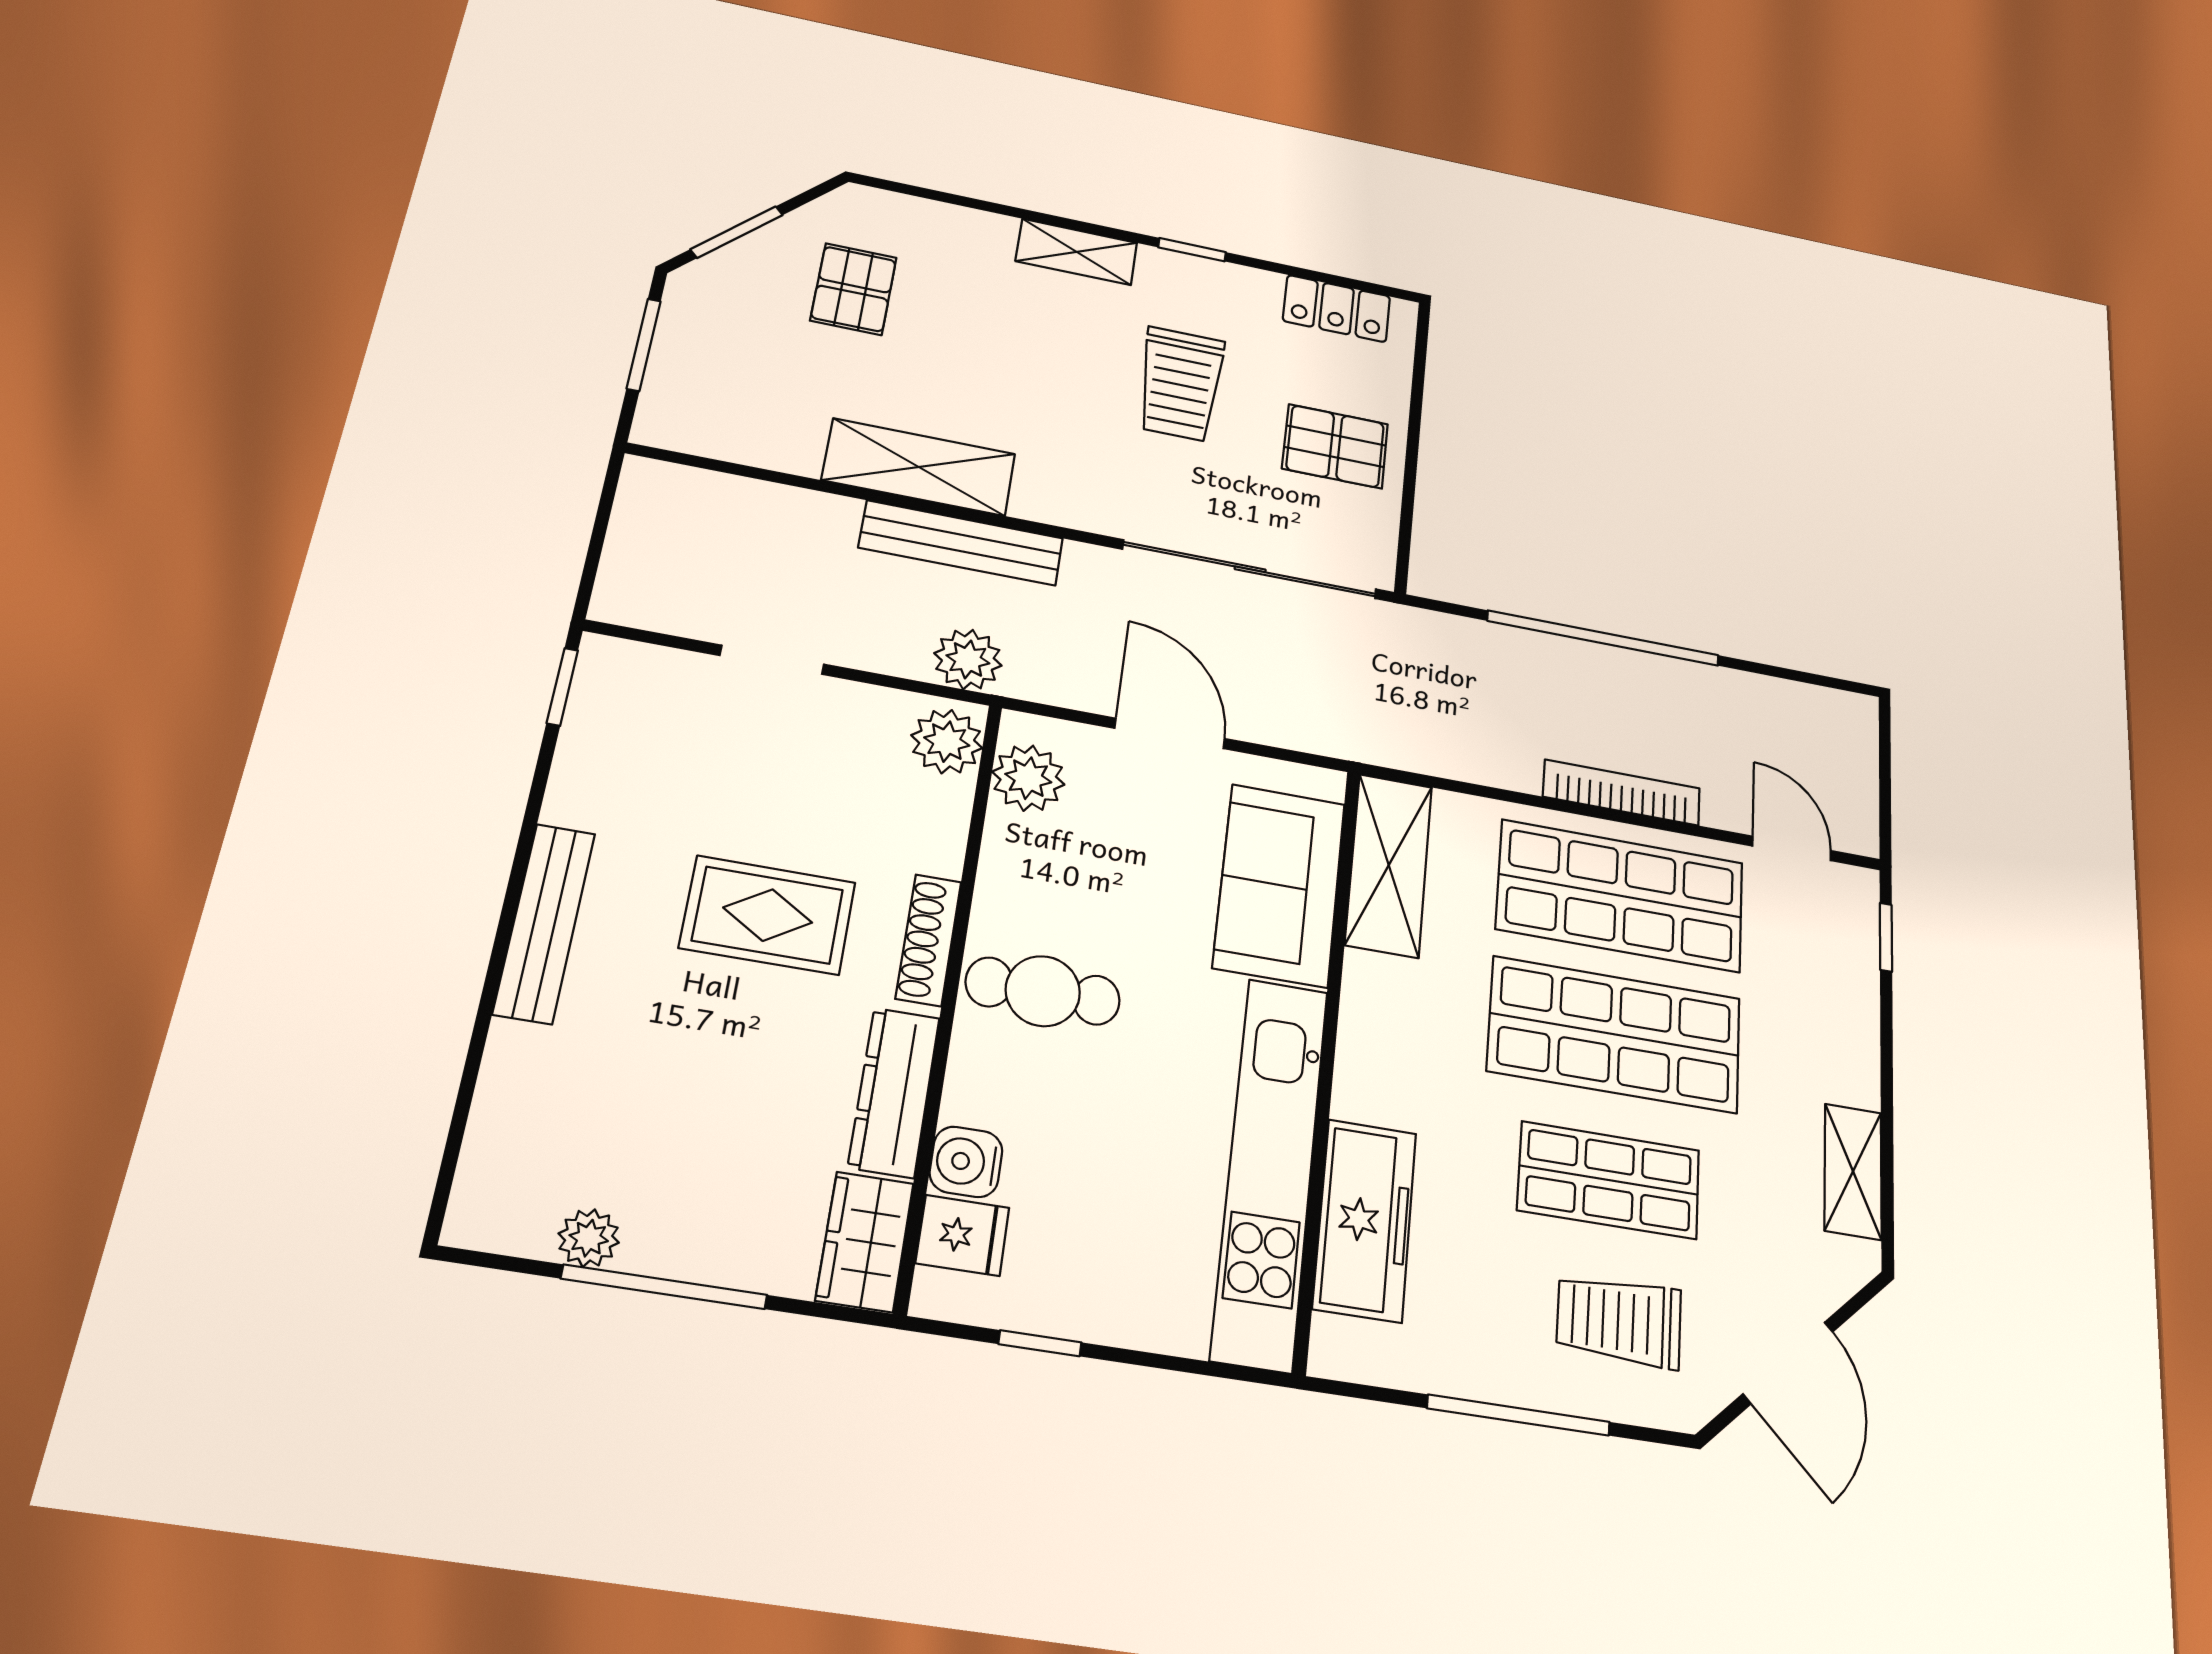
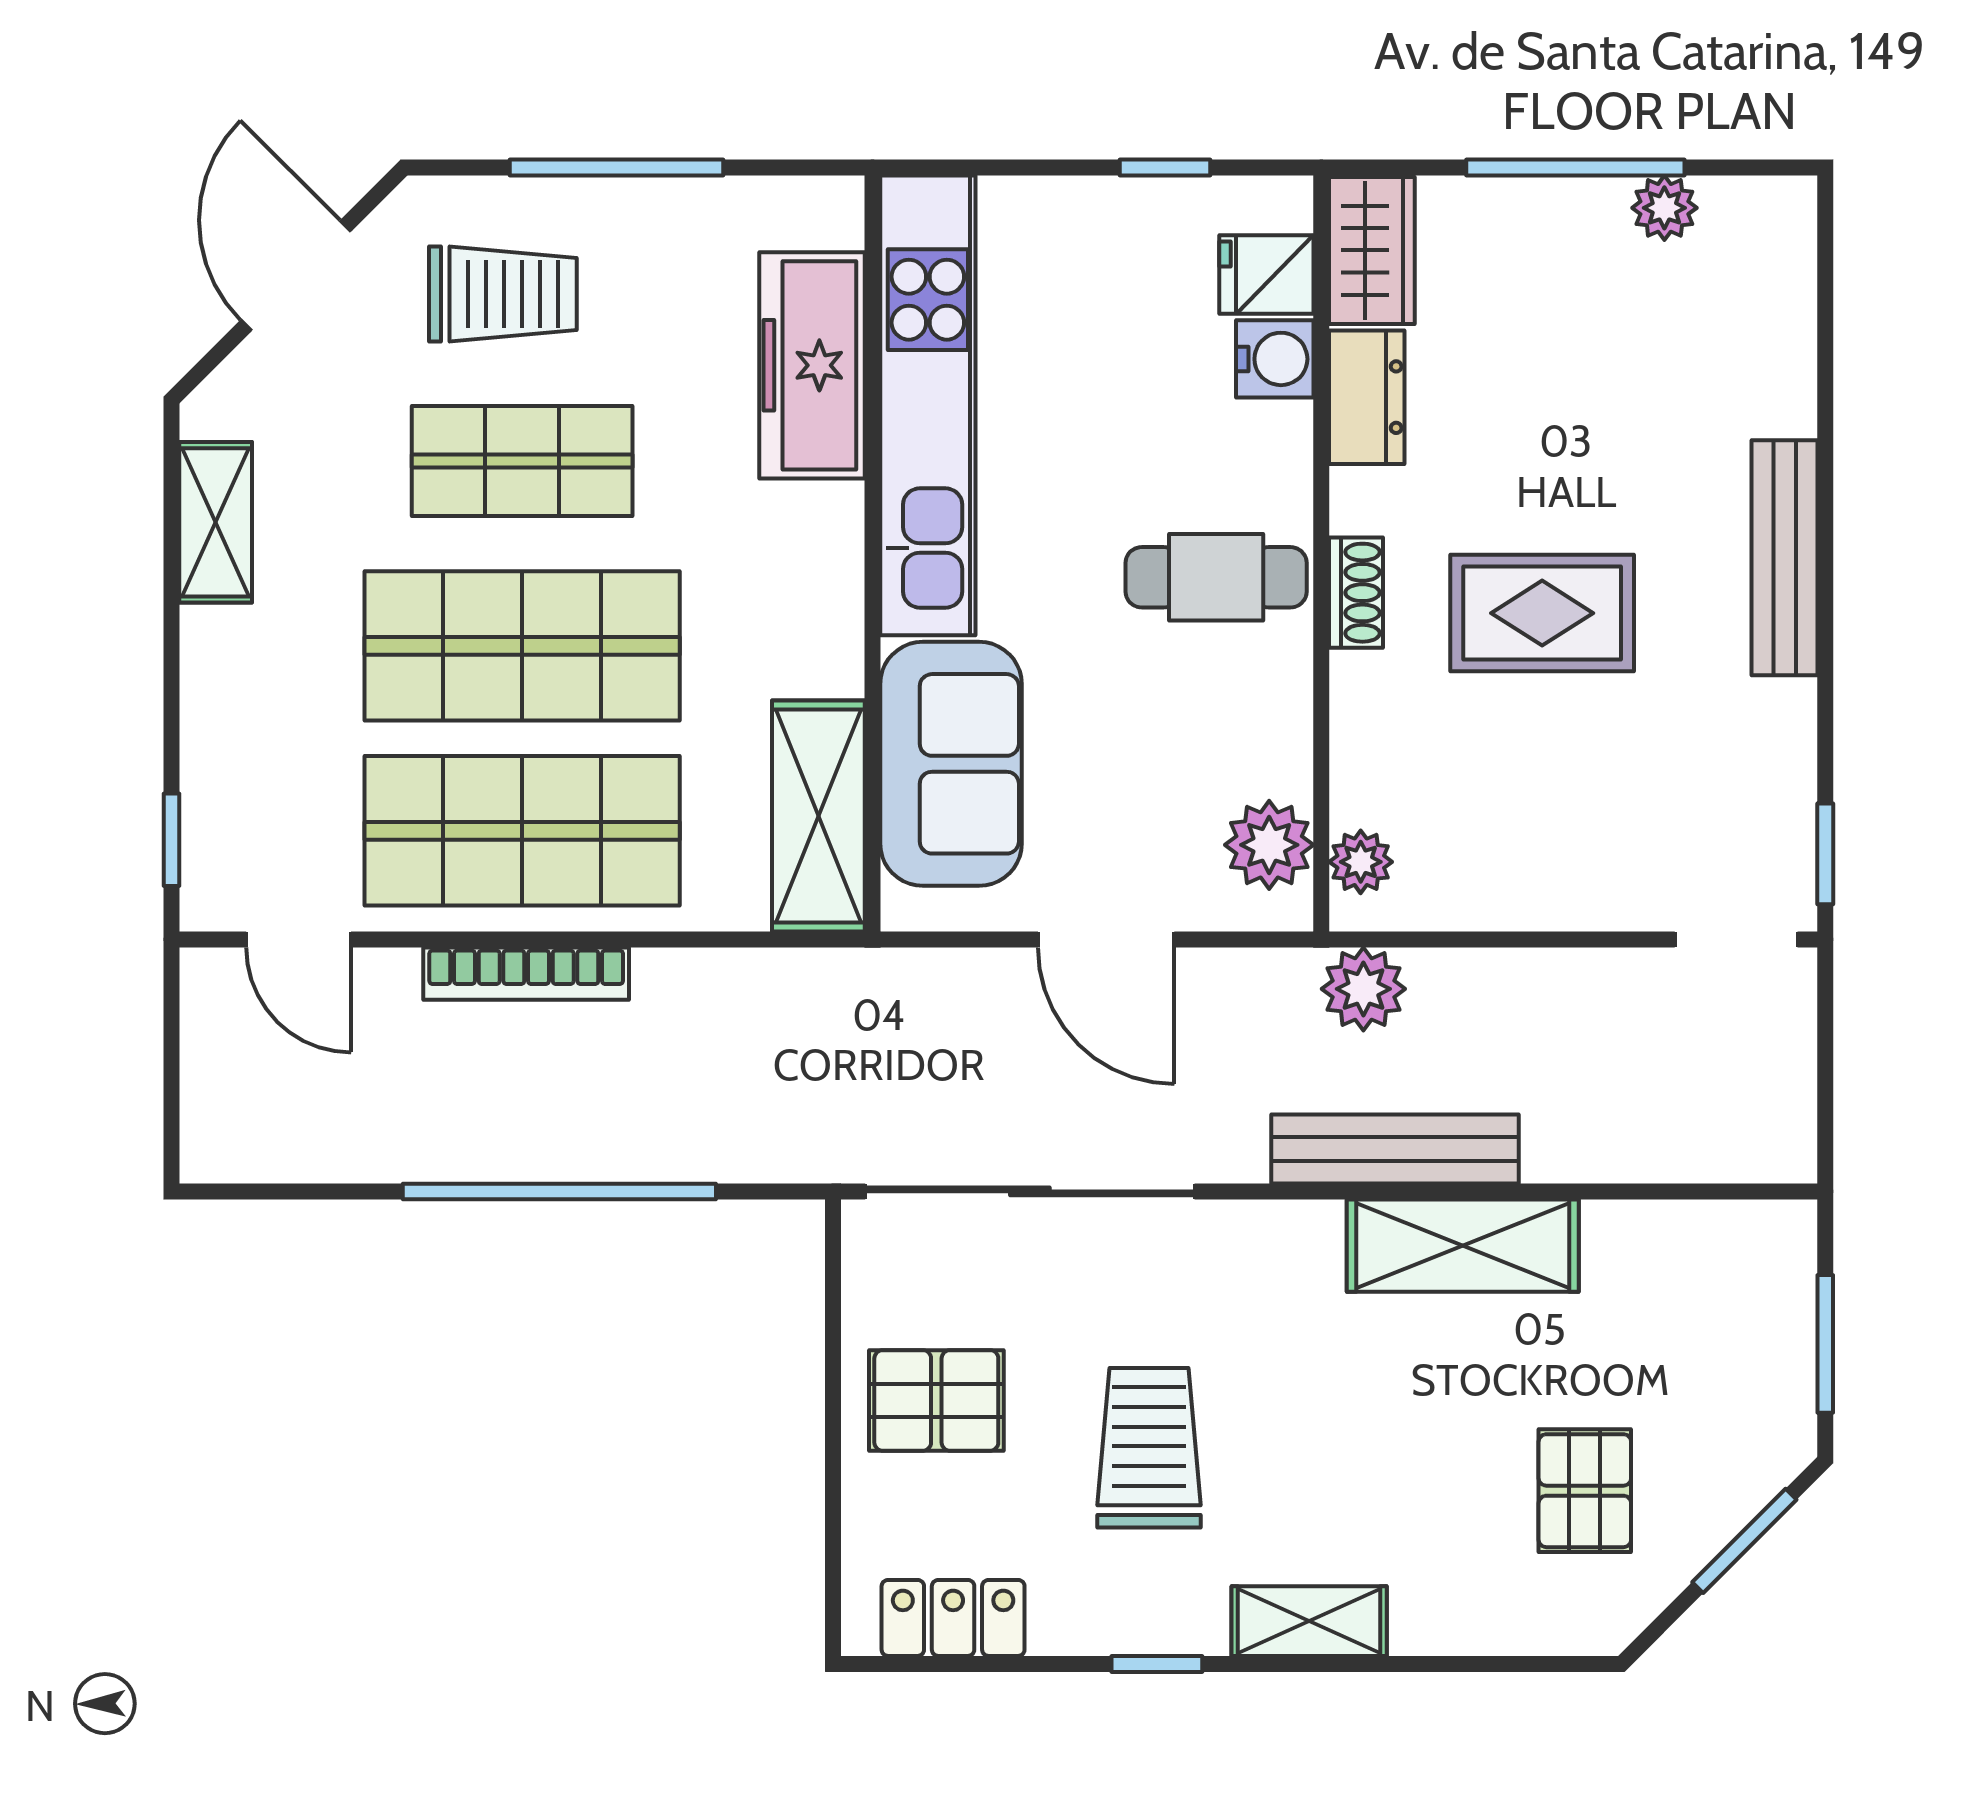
doorway: (772, 660) -> (1736, 939), moved
plant: (947, 742) -> (1361, 862), width x0.73, depth x0.73
shoe rack: (928, 940) -> (1356, 593), width x0.70
dresser: (894, 1092) -> (1367, 397), width x0.70

